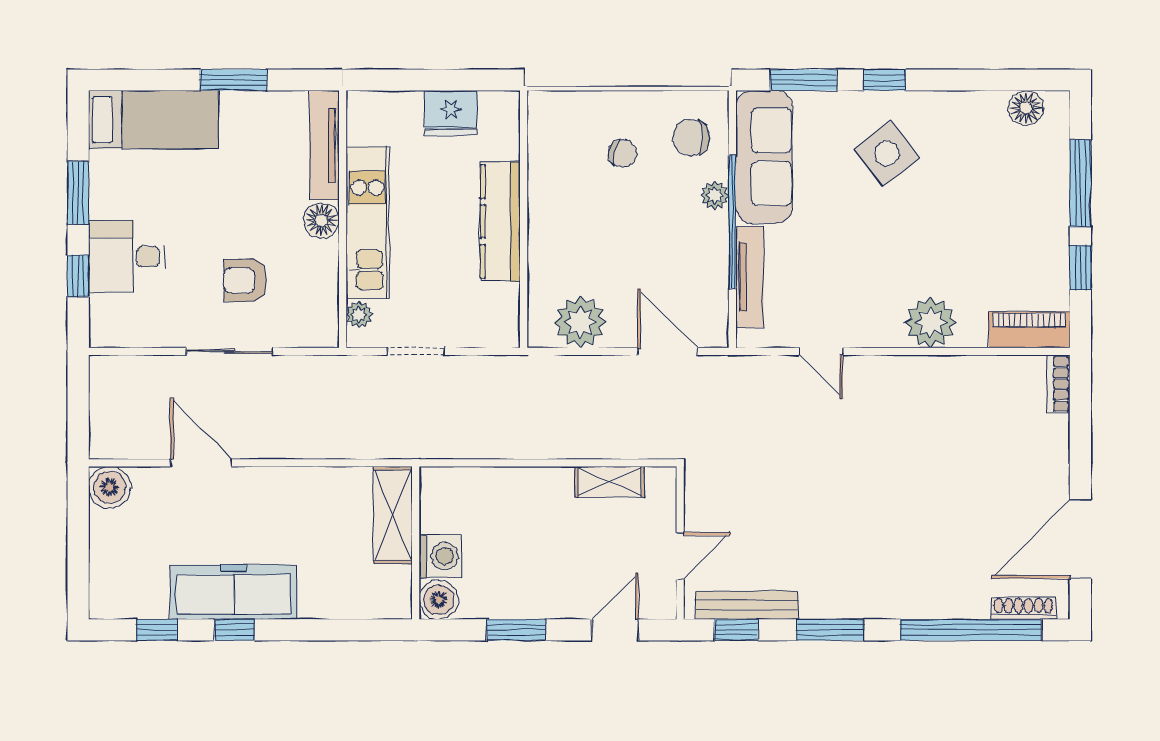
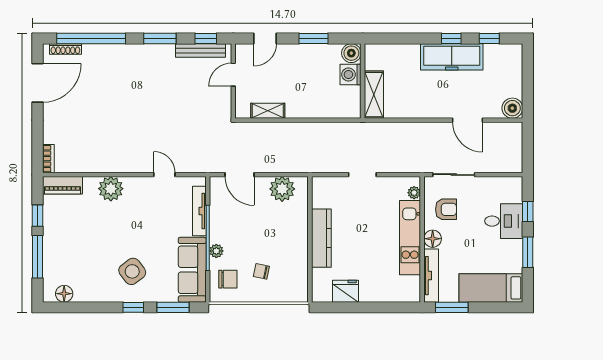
tv unit: (324, 145) -> (431, 276), moved
wall: (343, 219) -> (422, 239), moved
floor lamp: (321, 220) -> (433, 239), moved
kitchen unit: (367, 223) -> (410, 238), moved
plant: (359, 314) -> (414, 193), moved

